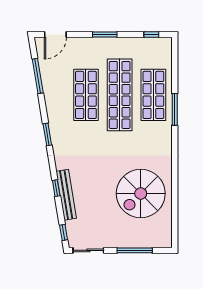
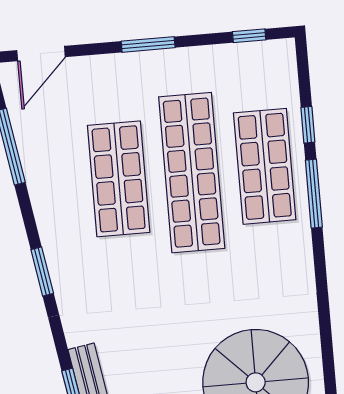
window: (175, 78) -> (308, 125), added

